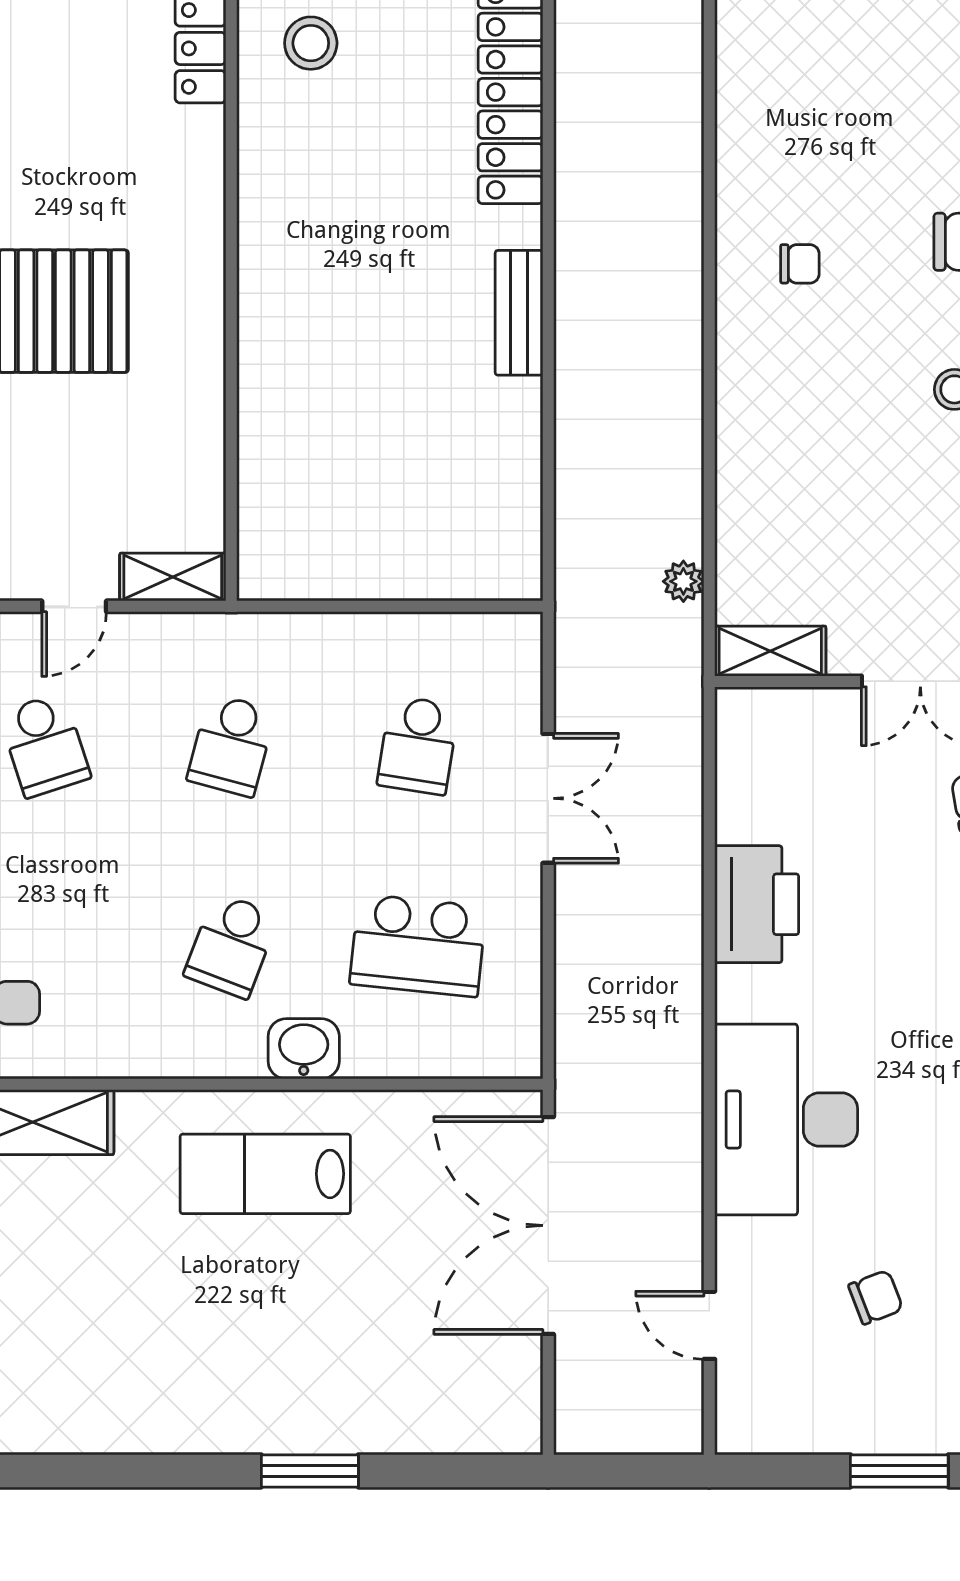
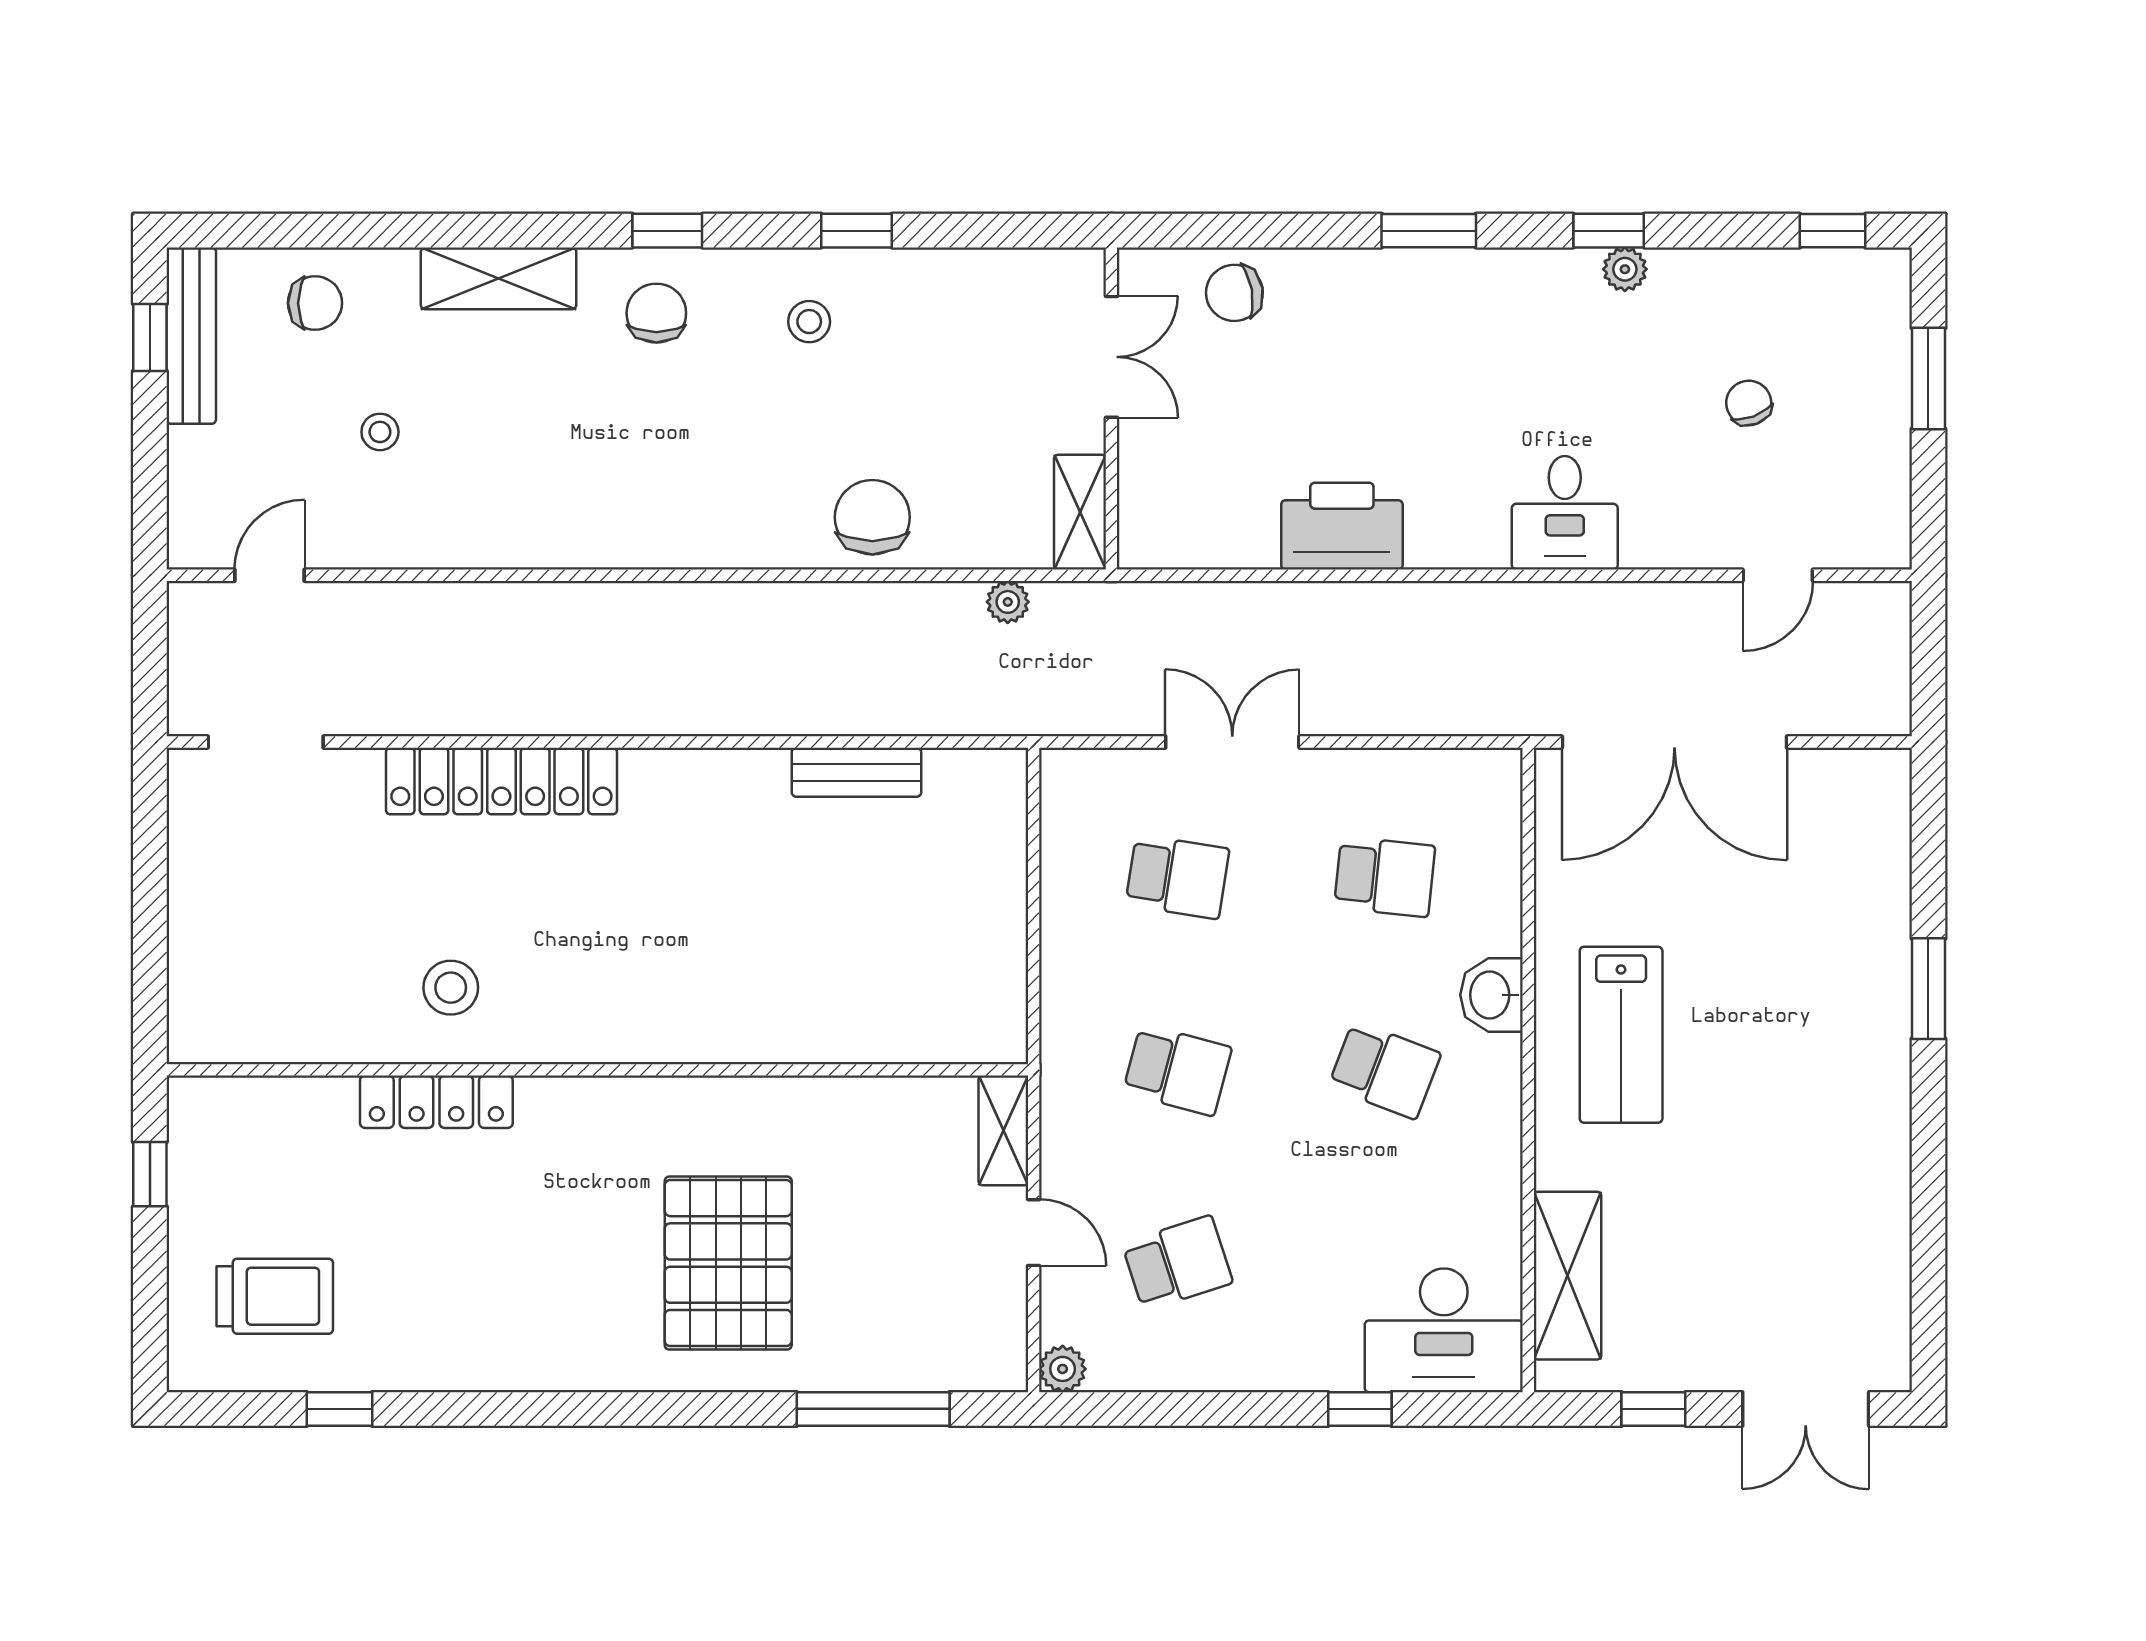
chair: (800, 264) -> (872, 517), moved, width x1.87, depth x1.87
bench: (519, 313) -> (856, 772), moved
school desk: (418, 945) -> (1385, 877), width x0.54
desk: (786, 1119) -> (1565, 513), width x0.53, depth x0.77

